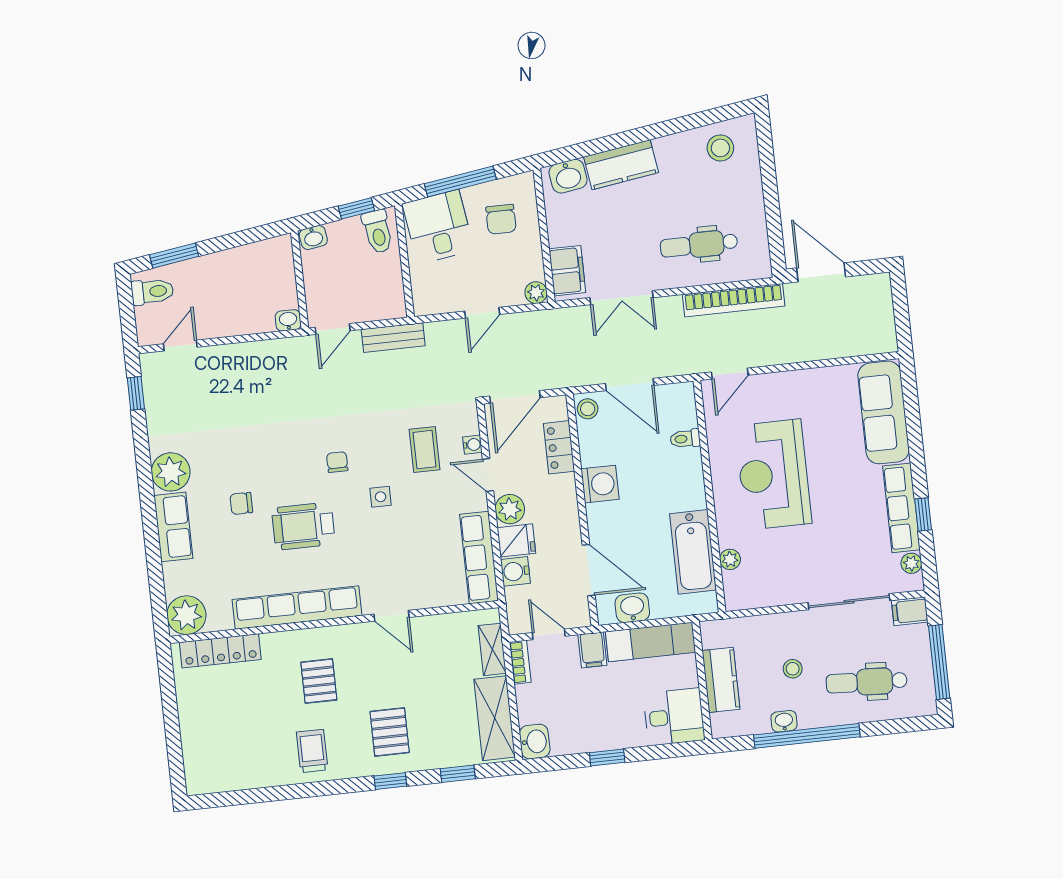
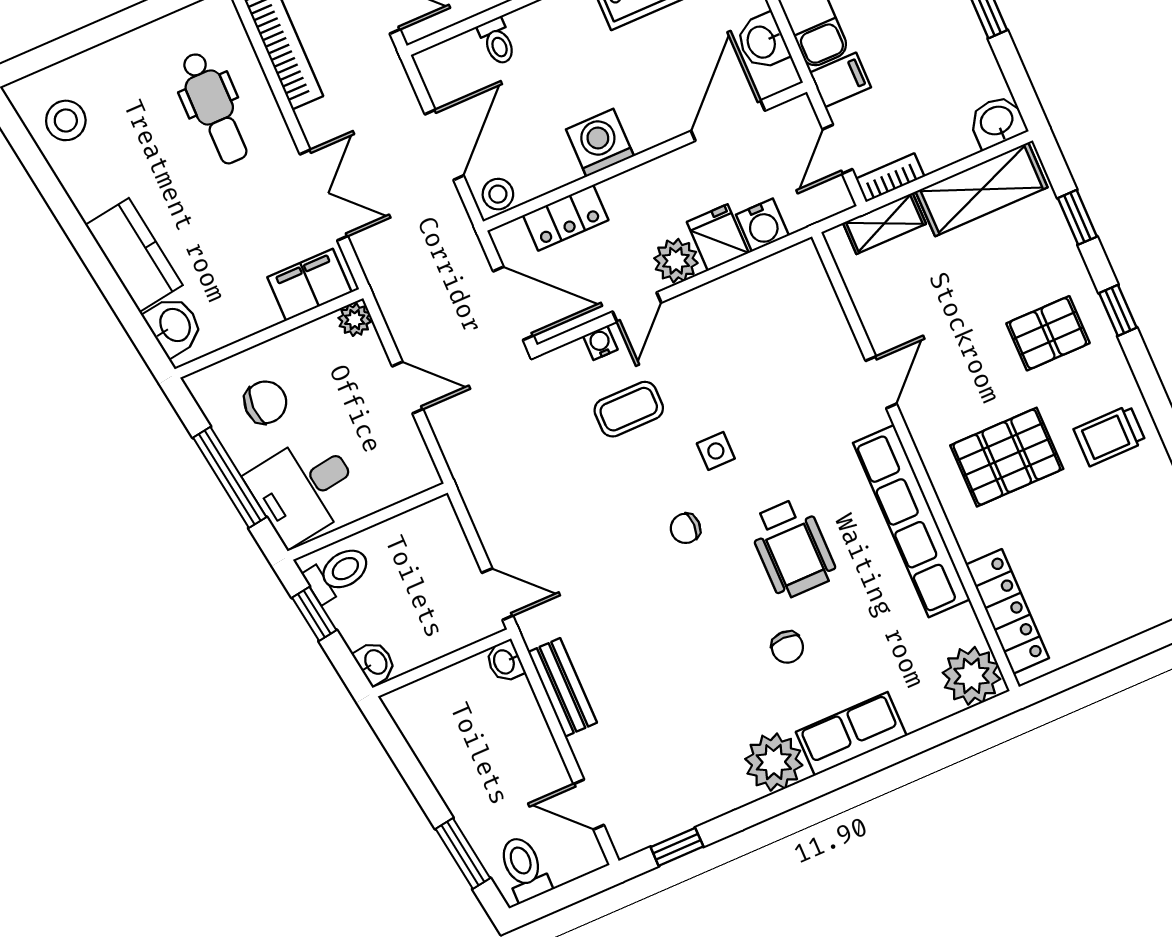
bench: (393, 338) -> (562, 687), moved
row of seats: (479, 558) -> (759, 283), removed
pallet: (319, 681) -> (1007, 457), width x1.50, depth x1.42

